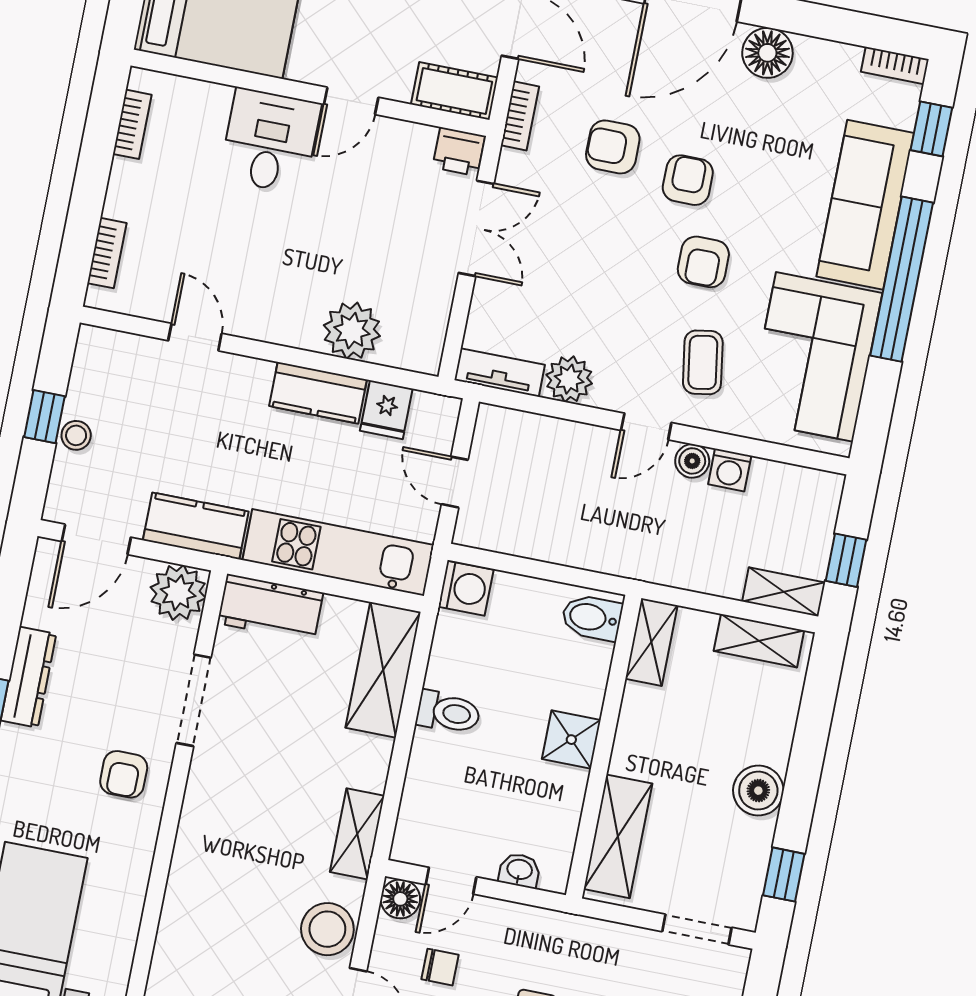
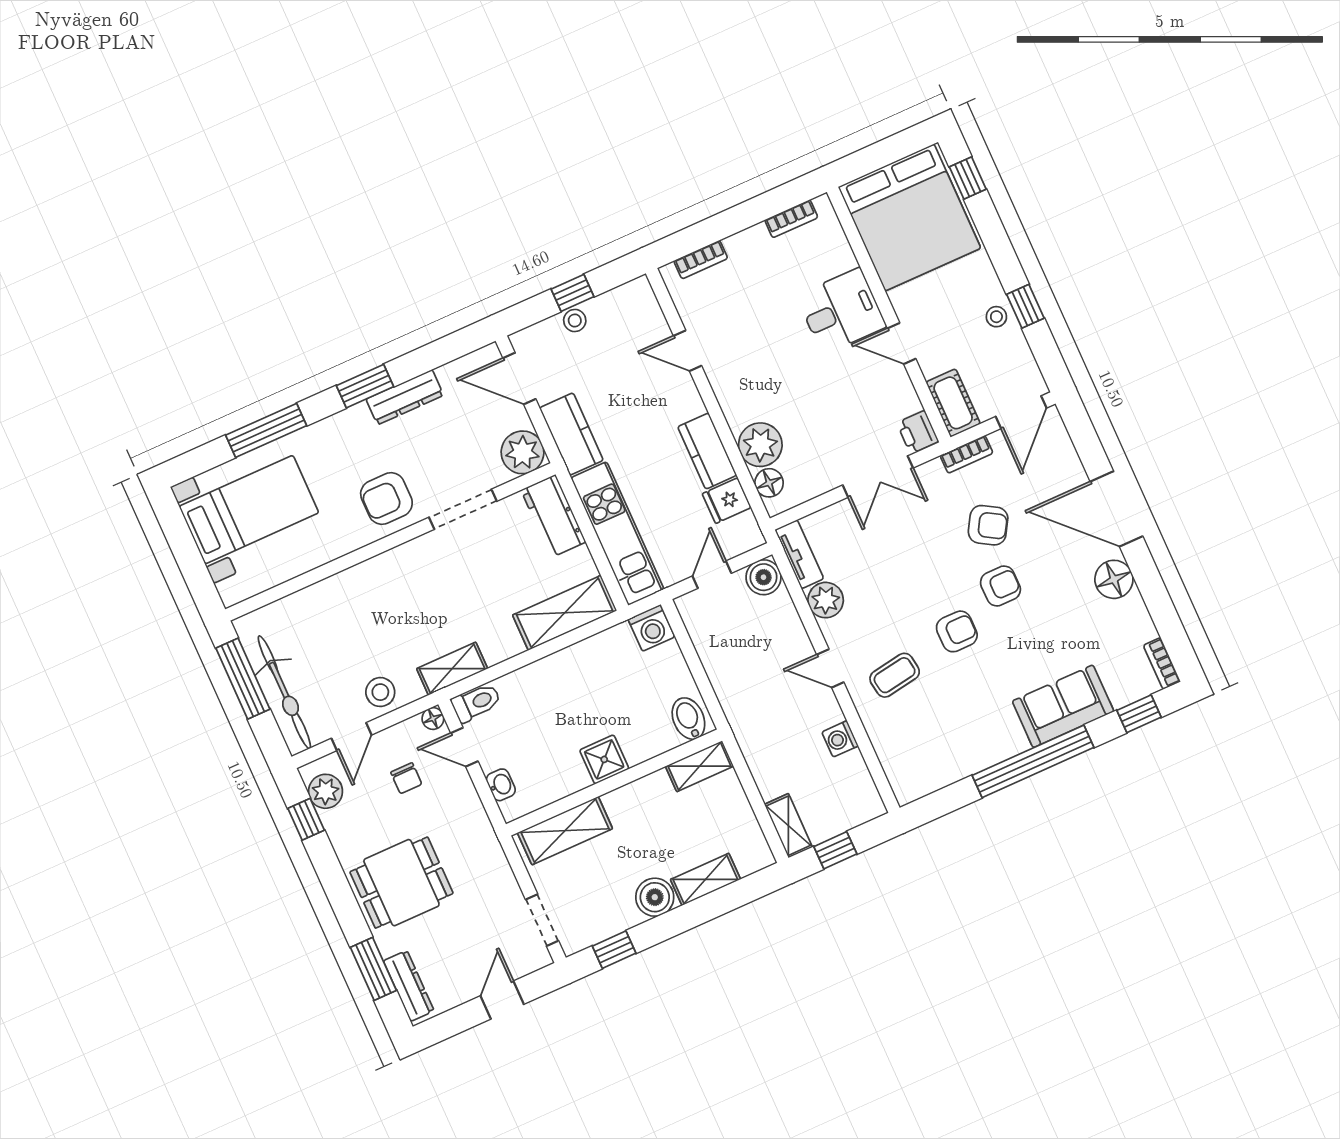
armchair: (613, 147) -> (988, 525), turned 121
sofa: (865, 205) -> (1063, 706), width x0.73
armchair: (703, 262) -> (957, 631), turned 180
door: (195, 337) -> (688, 351), swing flipped
floor lamp: (400, 350) -> (769, 483), added
corner sofa: (815, 357) -> (947, 742), removed
boiler: (692, 461) -> (764, 577), moved, width x1.36, depth x1.36
shelving: (759, 641) -> (705, 879), moved, turned 90
toilet: (448, 712) -> (476, 703), moved, turned -90
armchair: (124, 774) -> (386, 498), width x1.38, depth x1.38
floor lamp: (400, 899) -> (433, 719), width x0.73, depth x0.73
stool: (327, 929) -> (380, 692), width x0.73, depth x0.73

